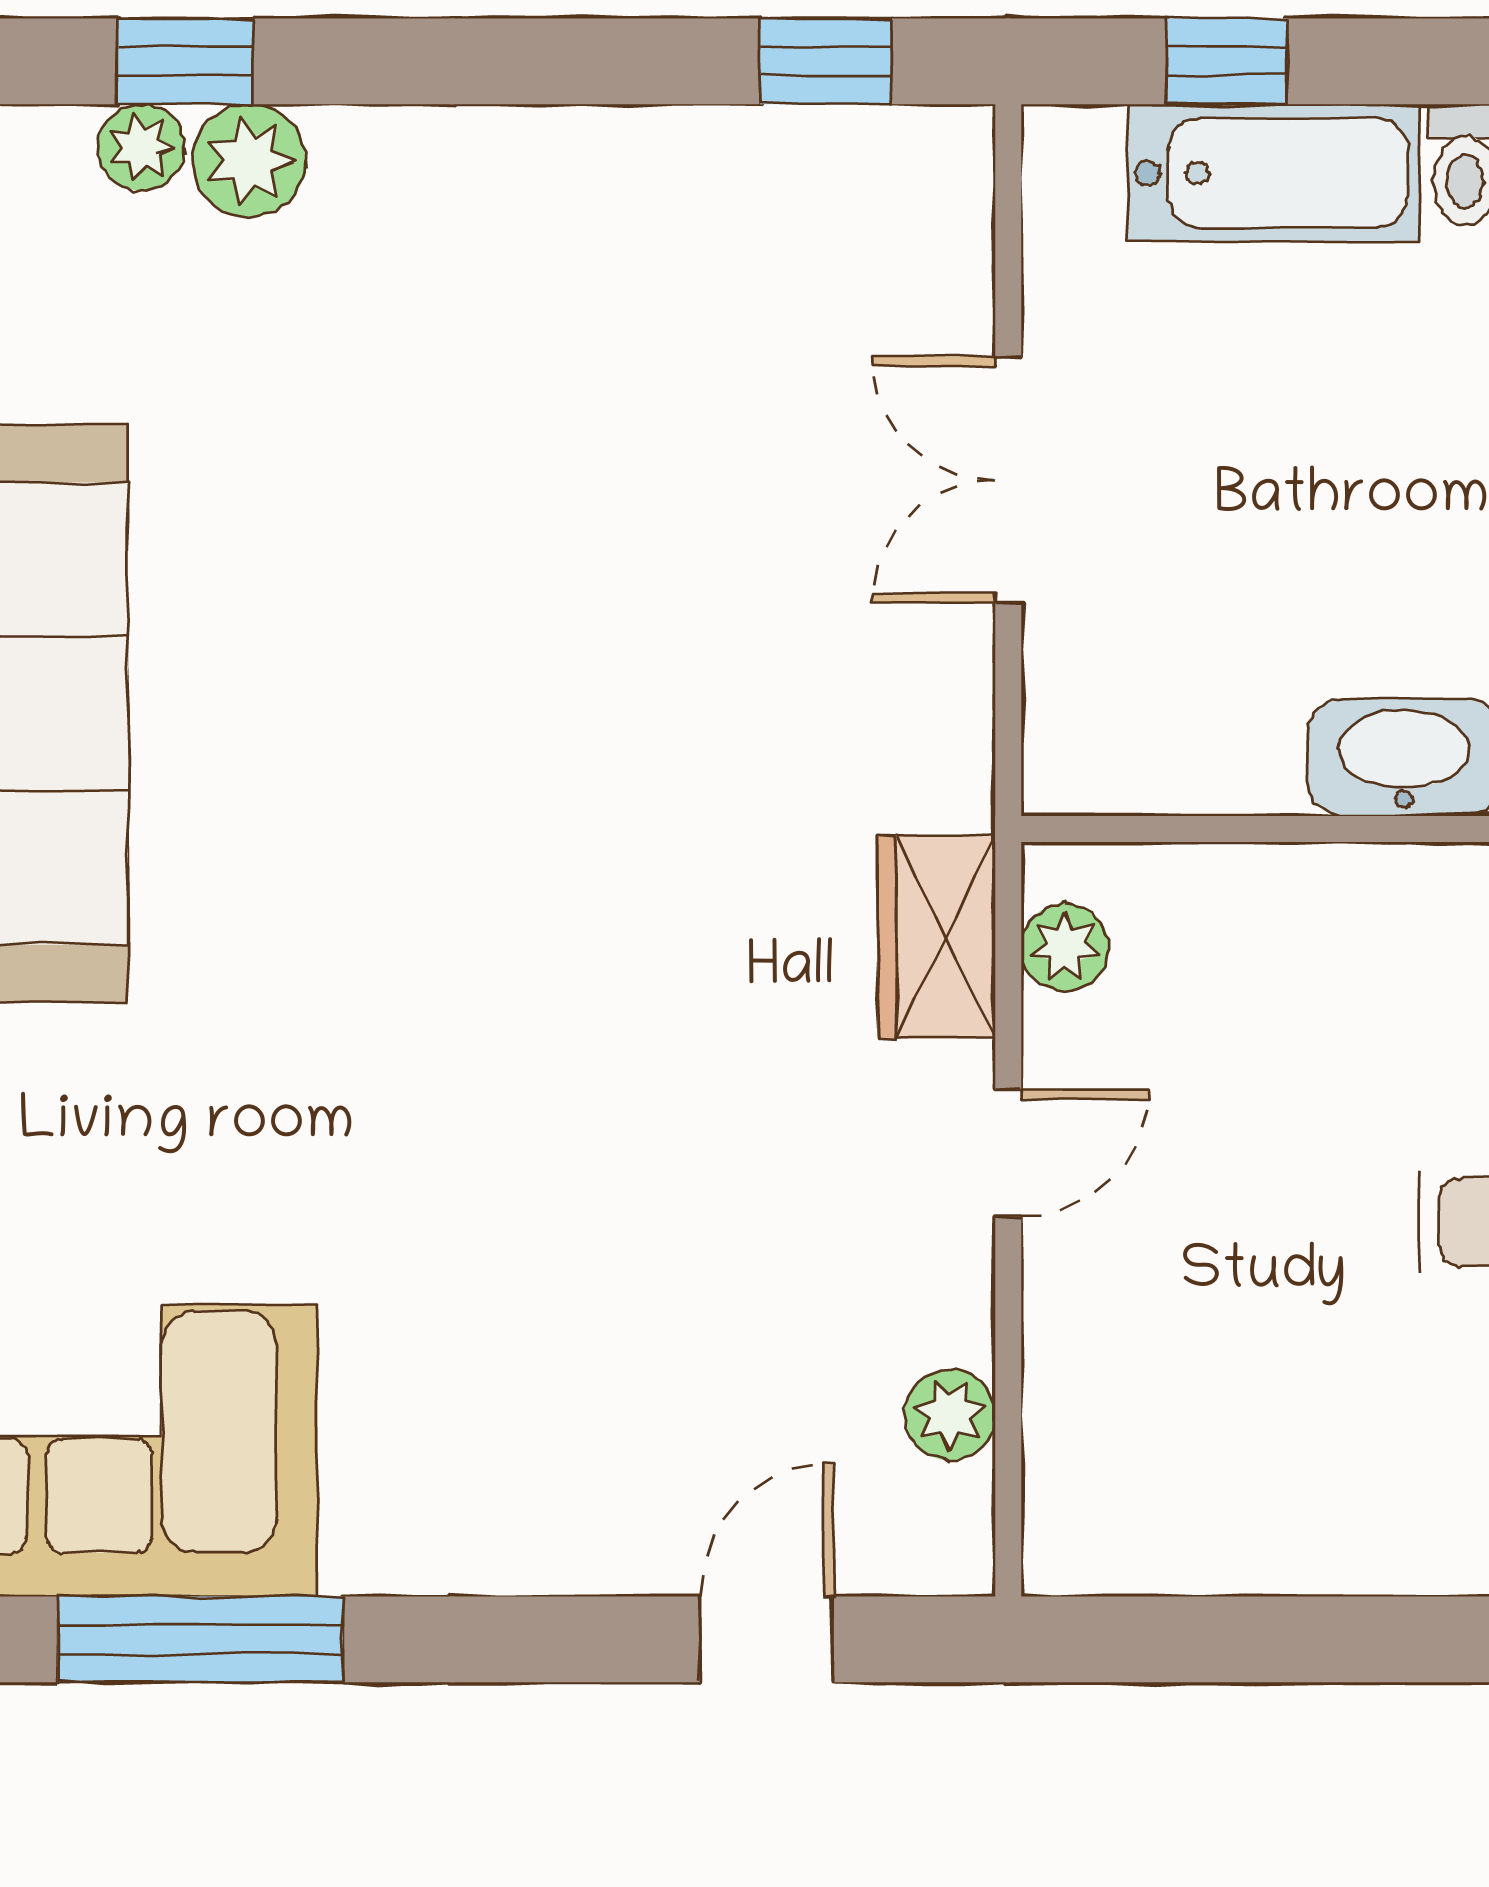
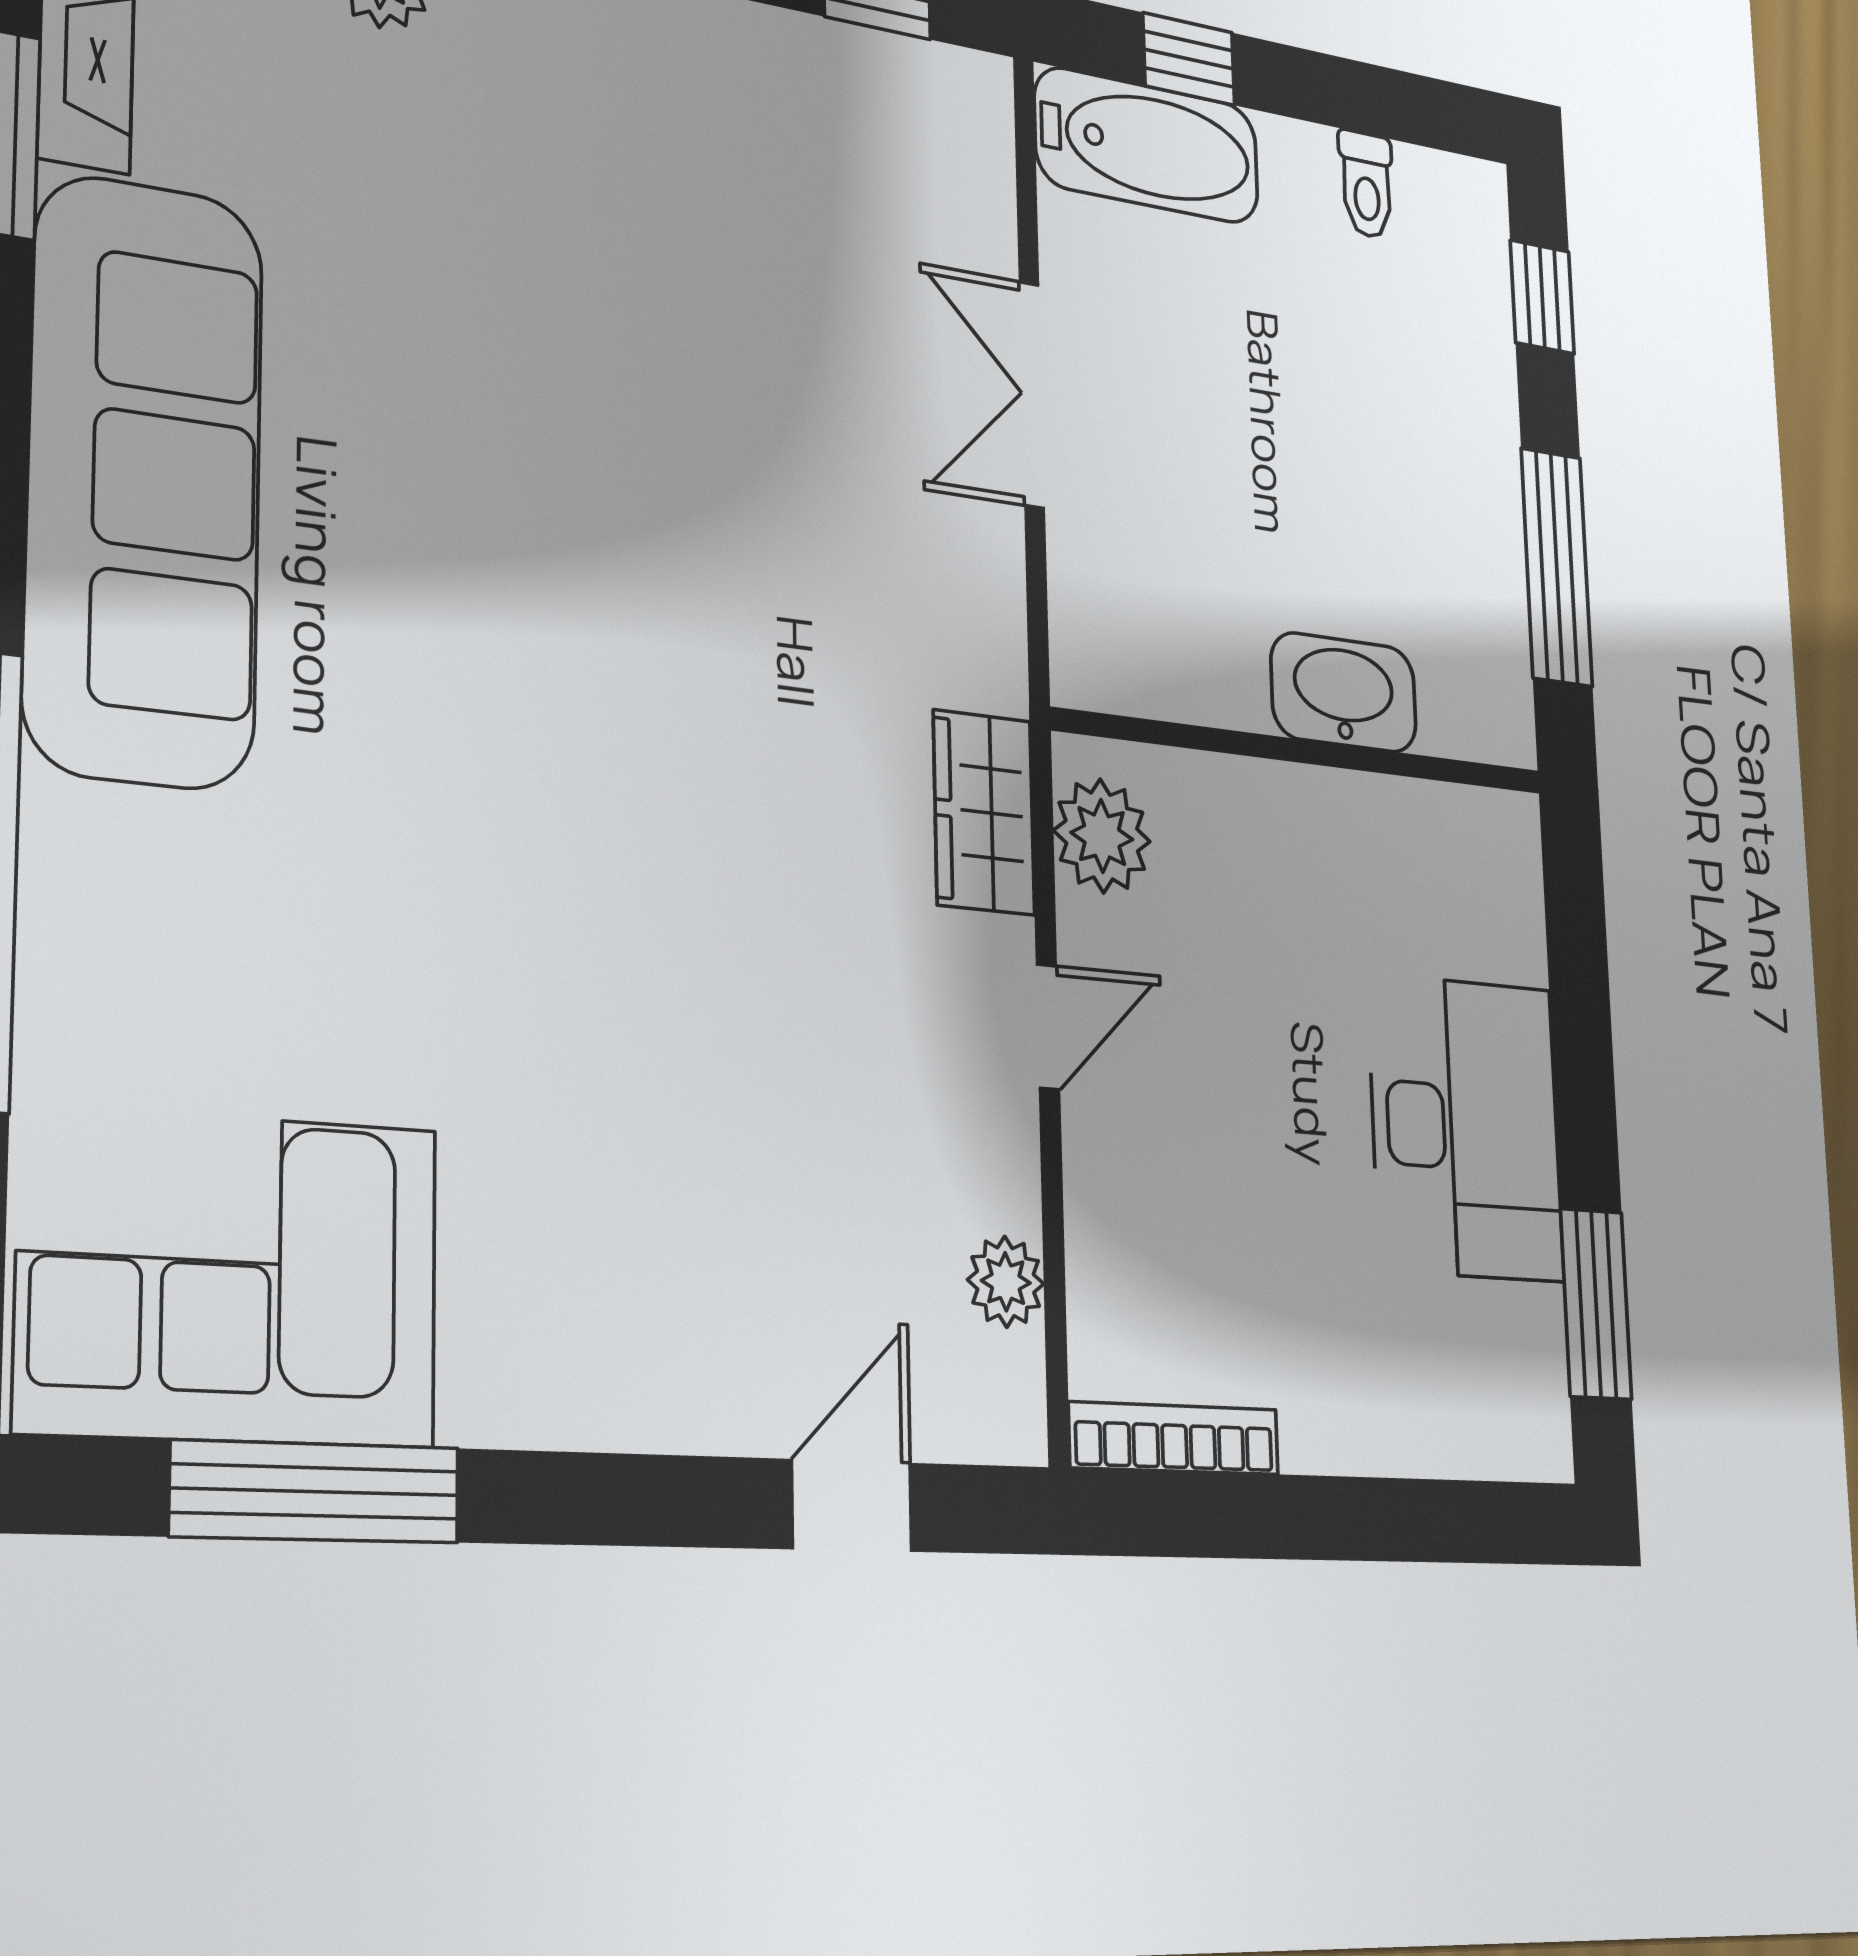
bathtub: (1273, 173) -> (1147, 146), moved
plant: (1065, 947) -> (1102, 836), width x1.38, depth x1.38
bookcase: (1149, 1564) -> (1174, 1438), added

